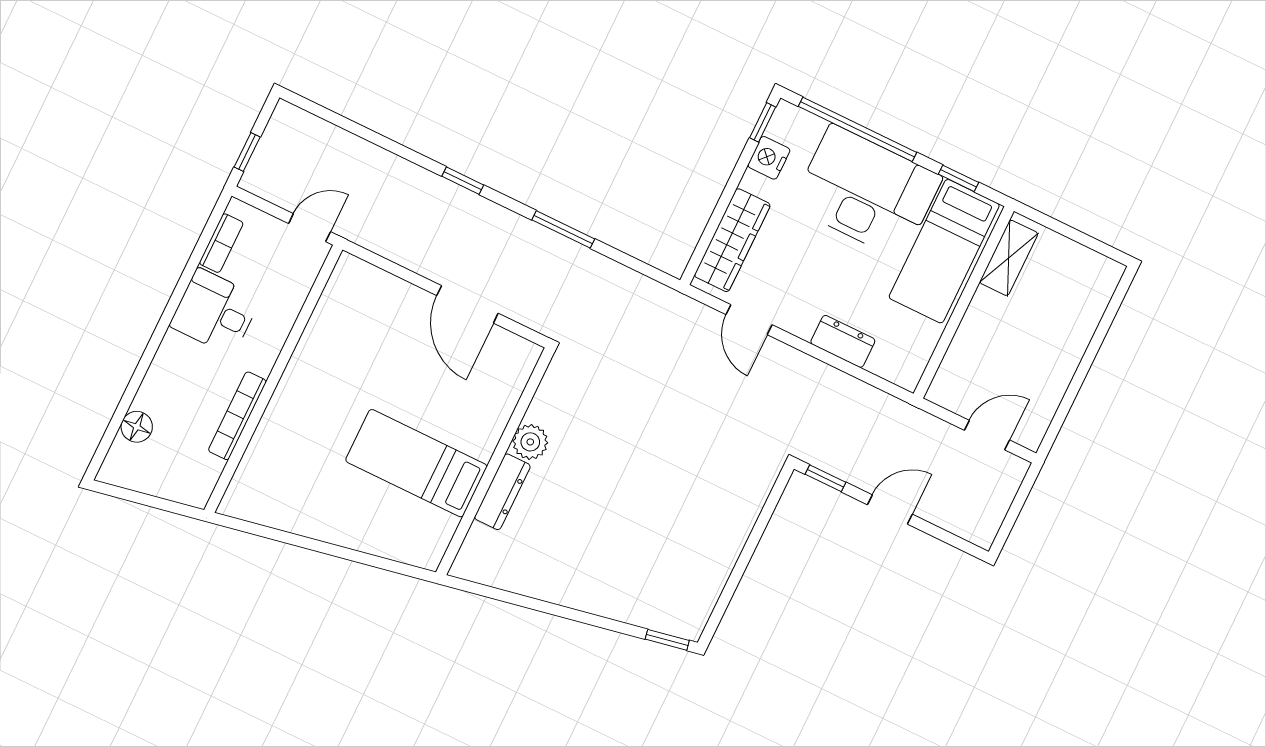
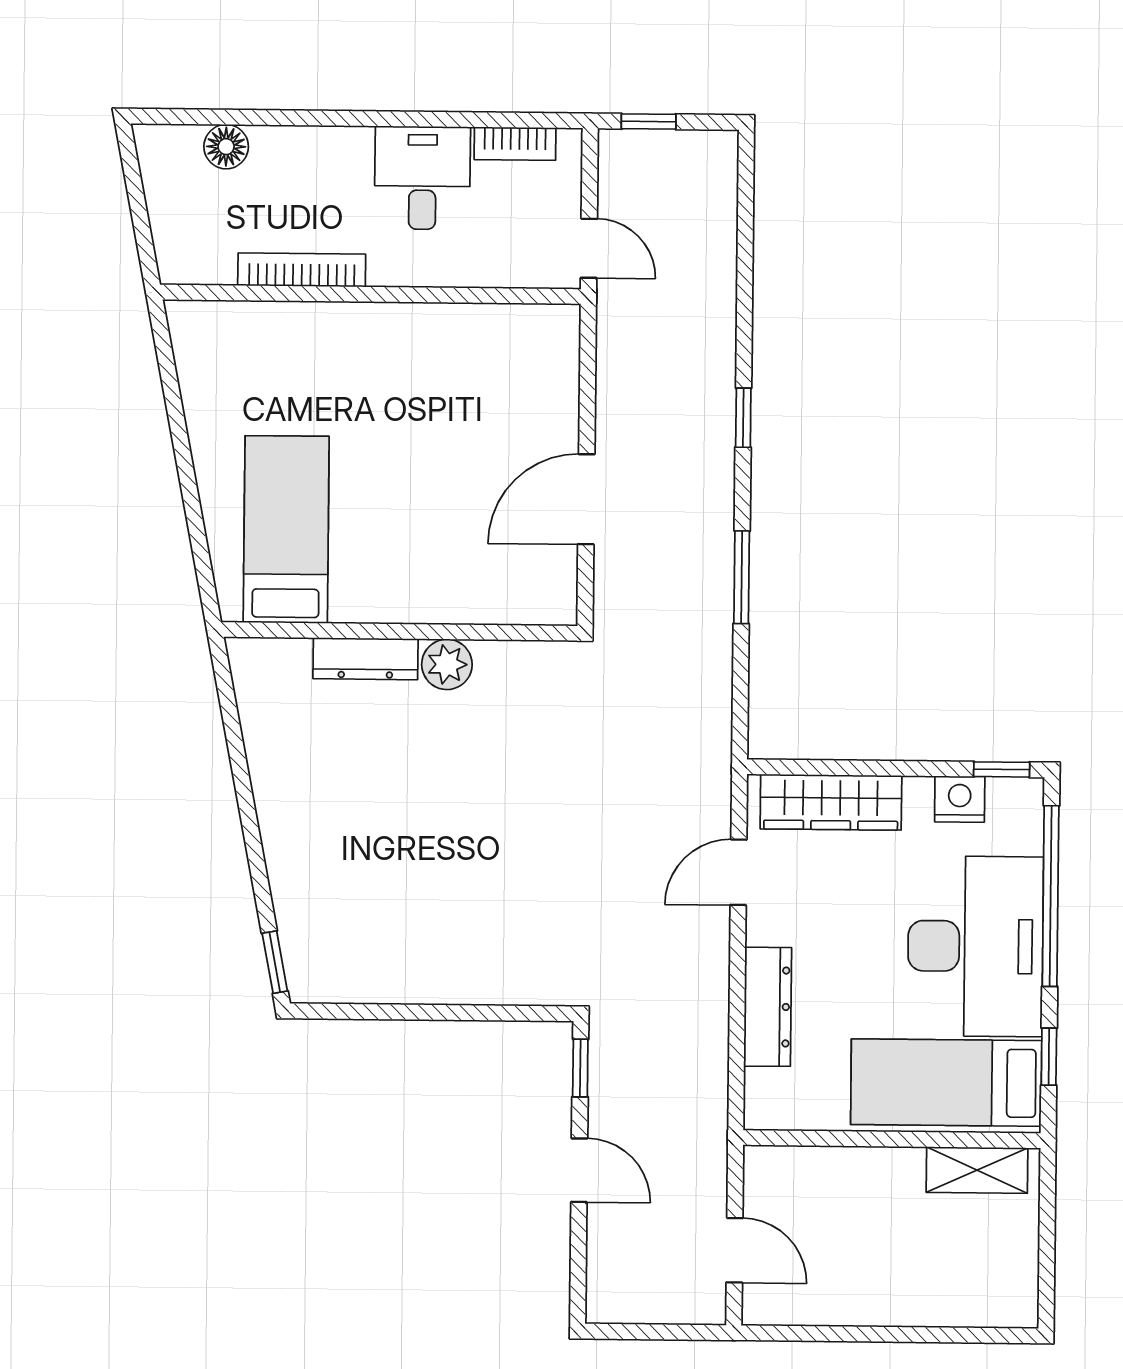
dresser: (843, 341) -> (768, 1007), width x1.44
bed: (416, 463) -> (286, 529), moved

